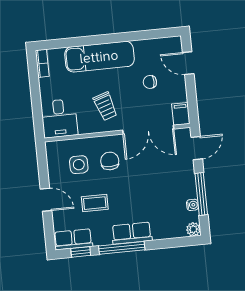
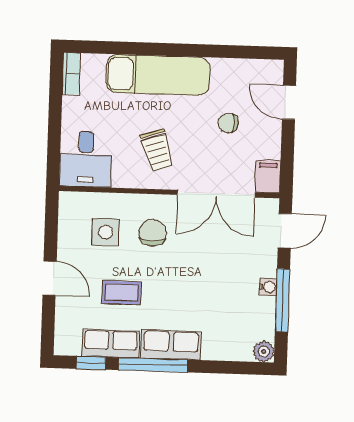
water cooler: (192, 205) -> (268, 287), moved
row of seats: (73, 239) -> (111, 343), moved

